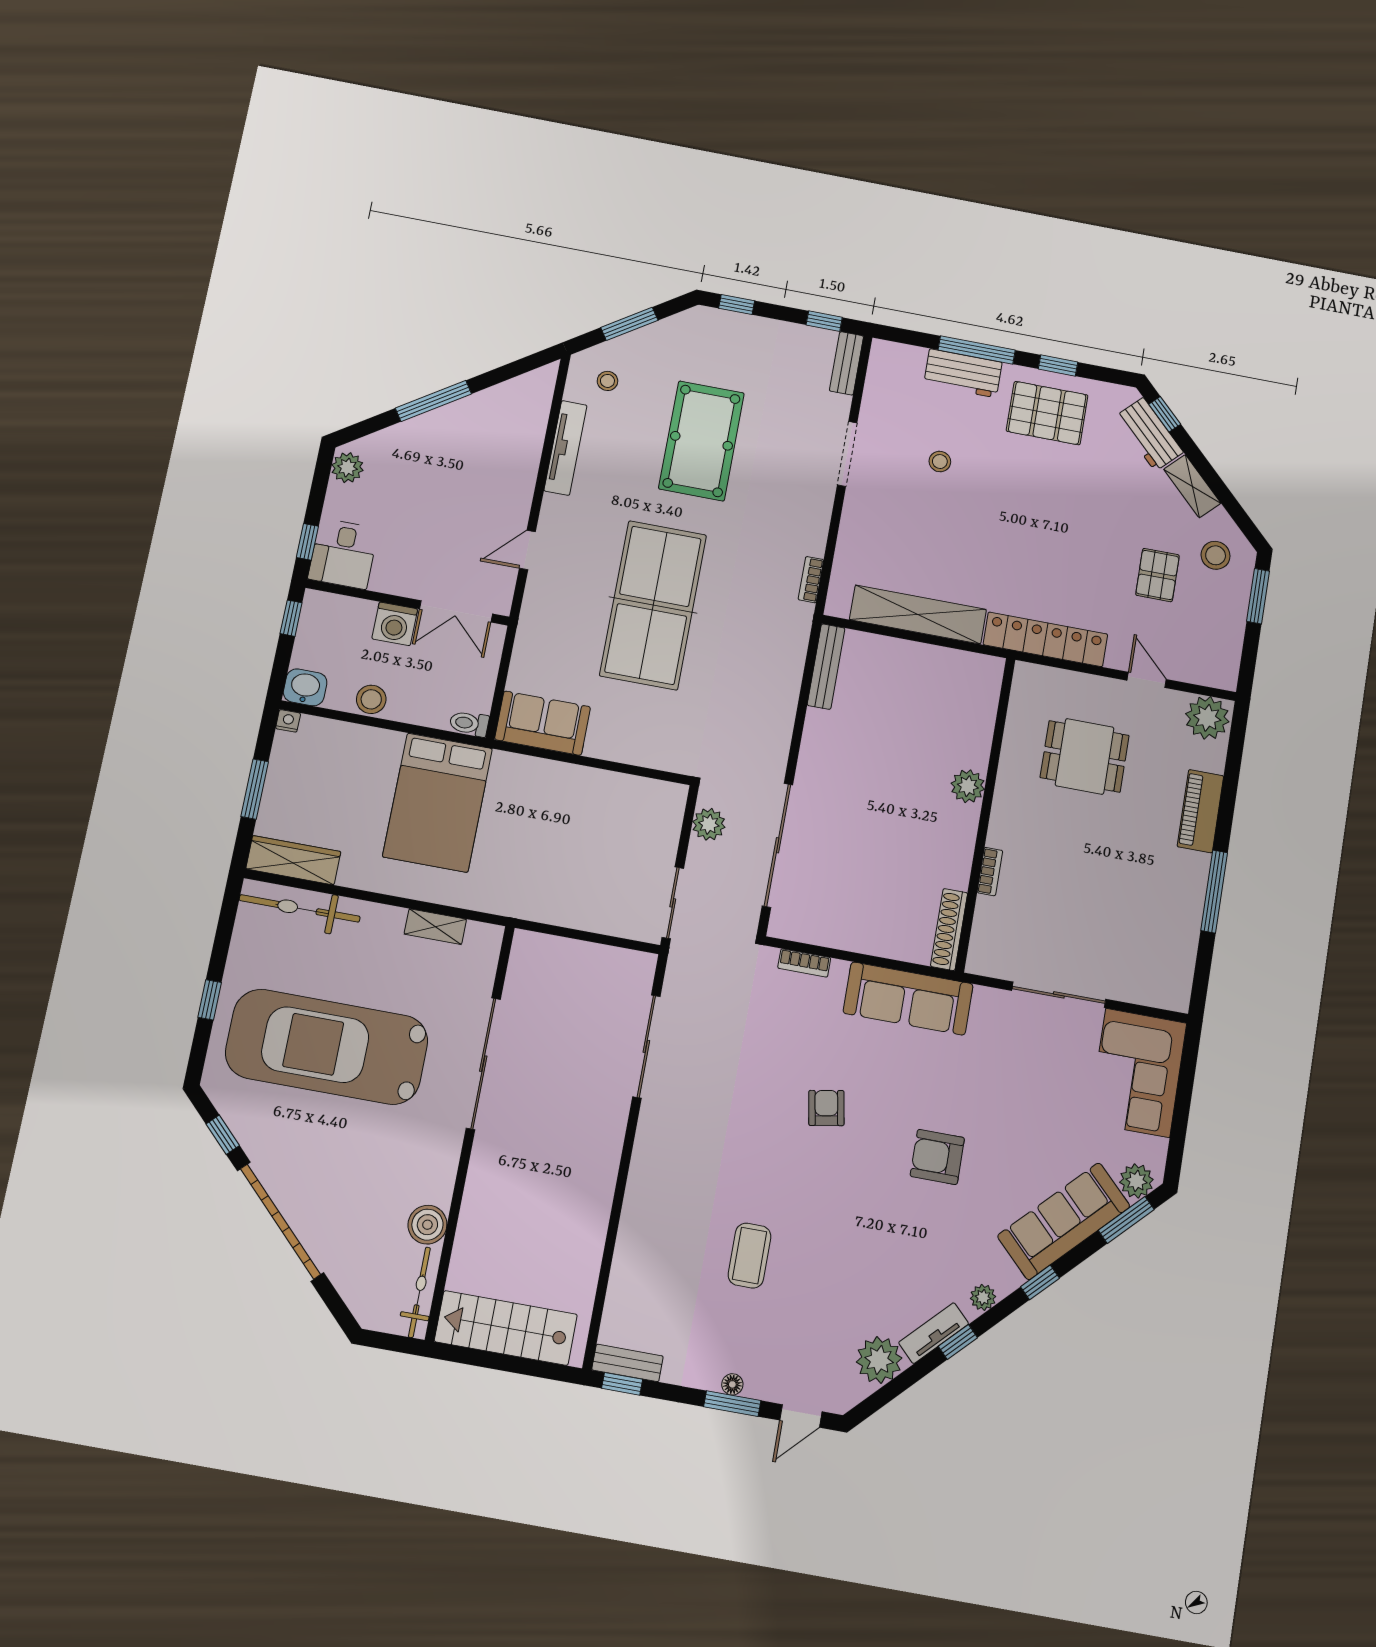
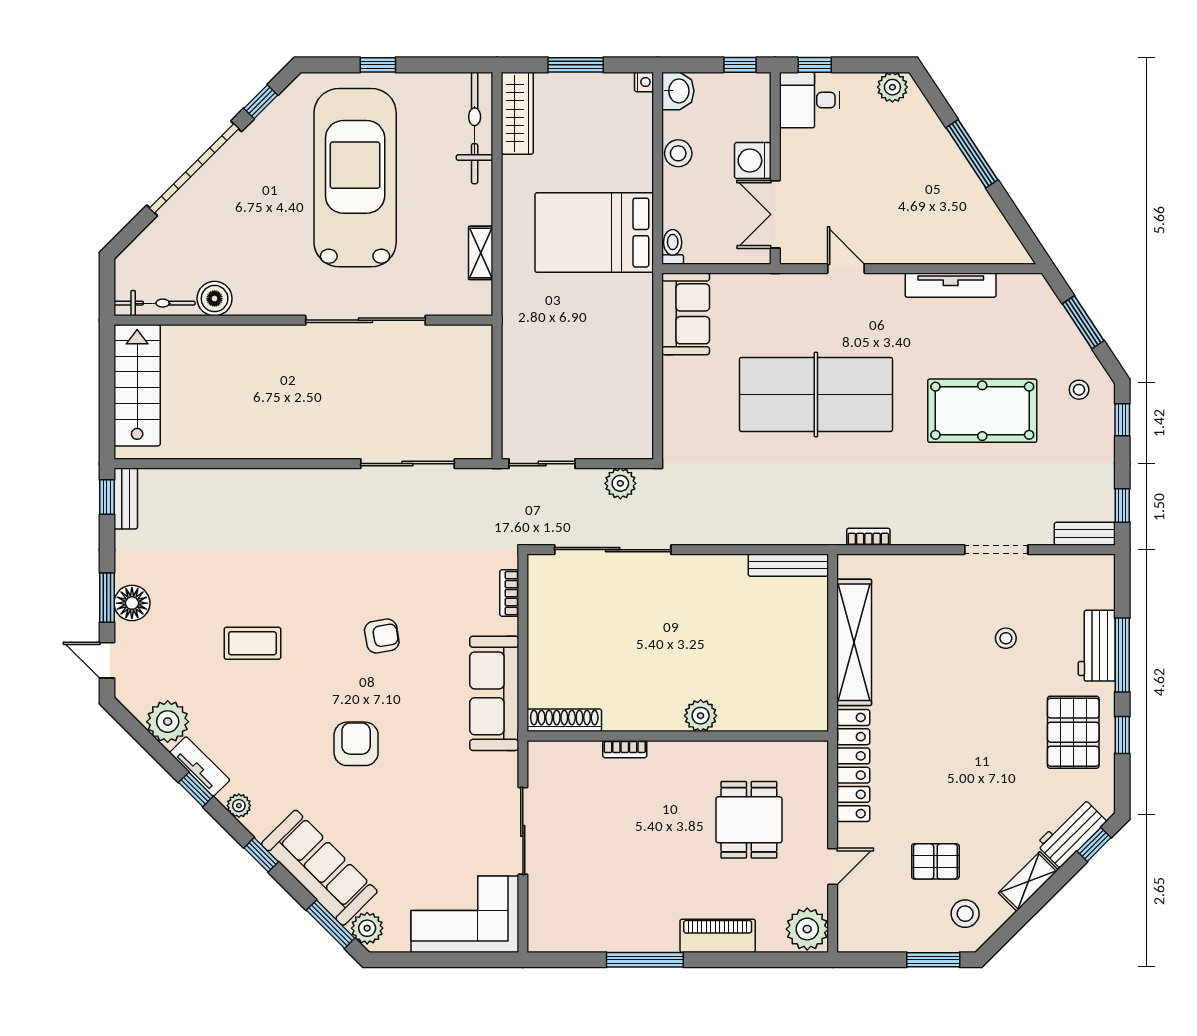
stool: (607, 381) -> (1079, 390), moved
coffee table: (750, 1256) -> (252, 643), moved
floor lamp: (732, 1384) -> (132, 603), width x1.89, depth x1.89

